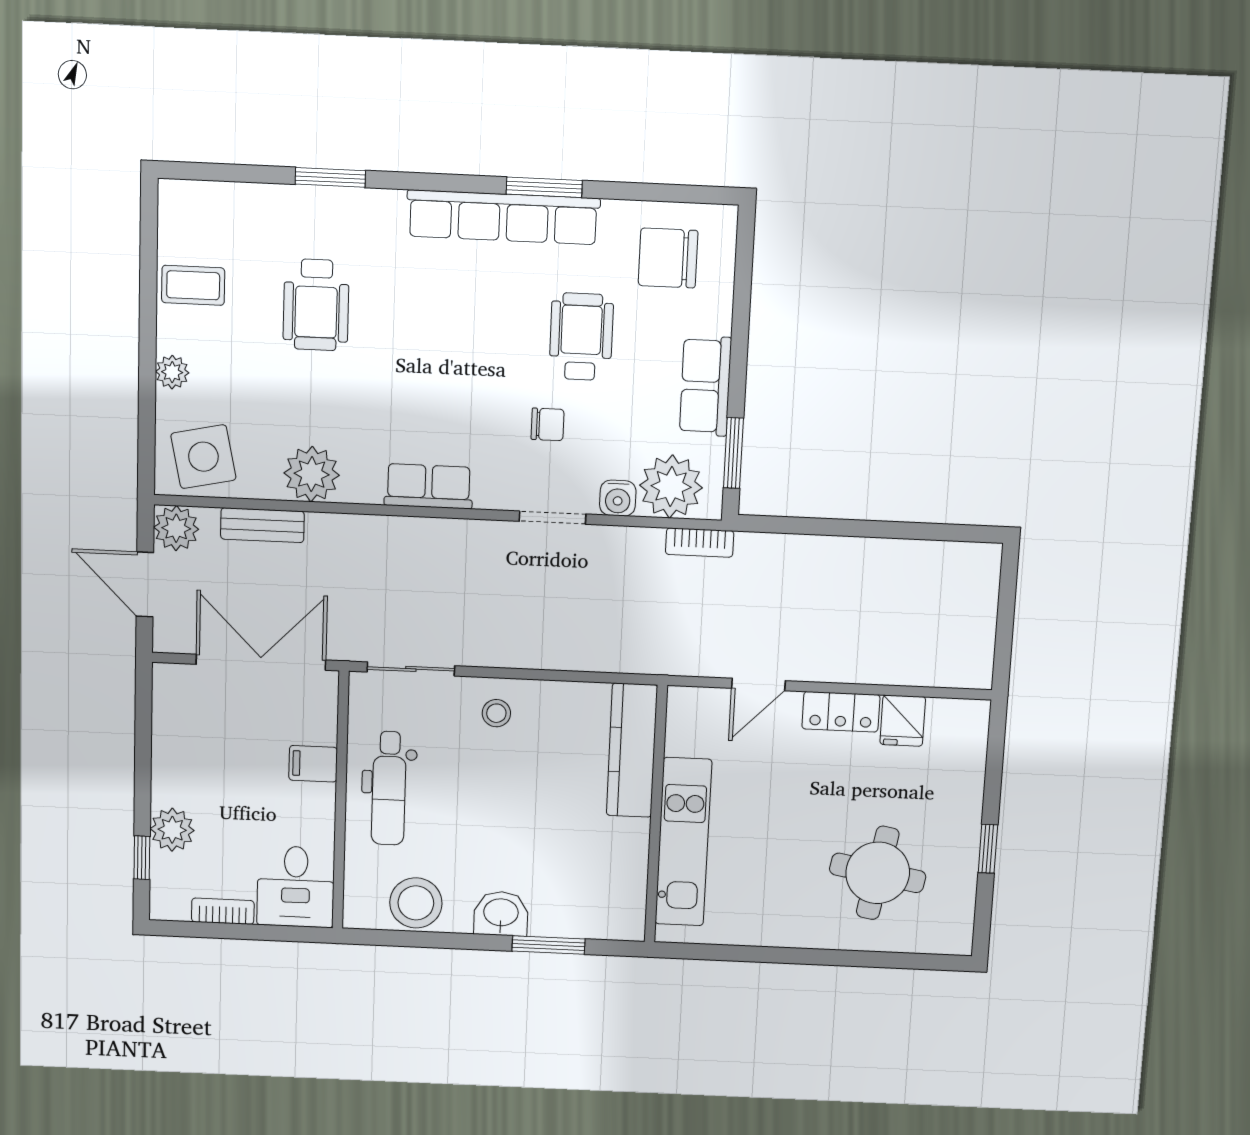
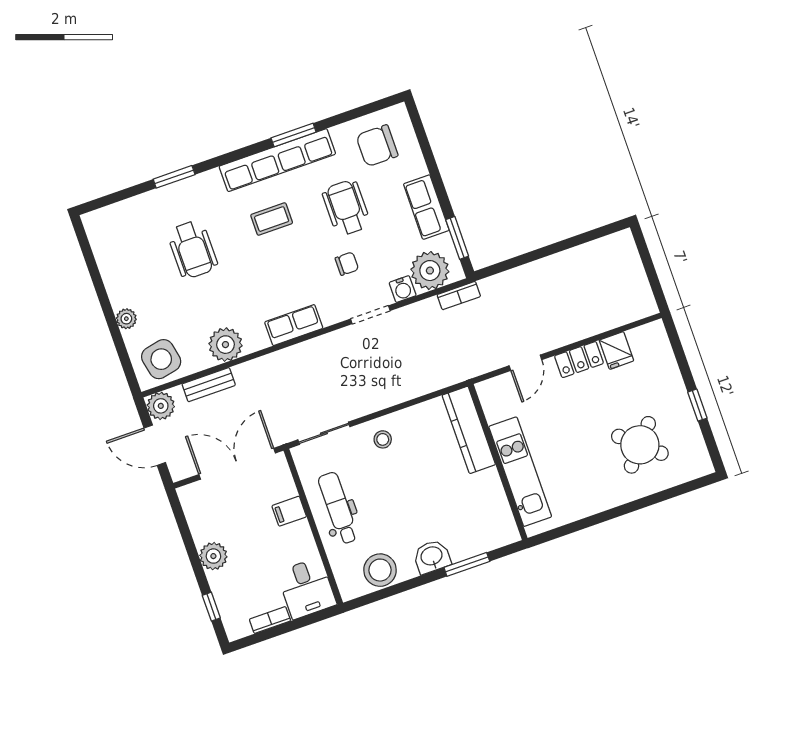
coffee table: (193, 285) -> (272, 219), moved
dental chair: (389, 788) -> (338, 508), turned 180
plant: (172, 830) -> (213, 556), moved
round table: (878, 873) -> (640, 445), turned 31

